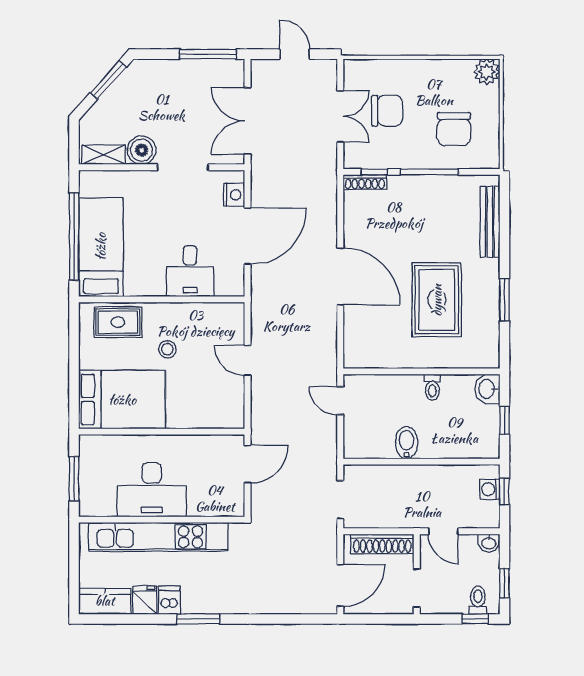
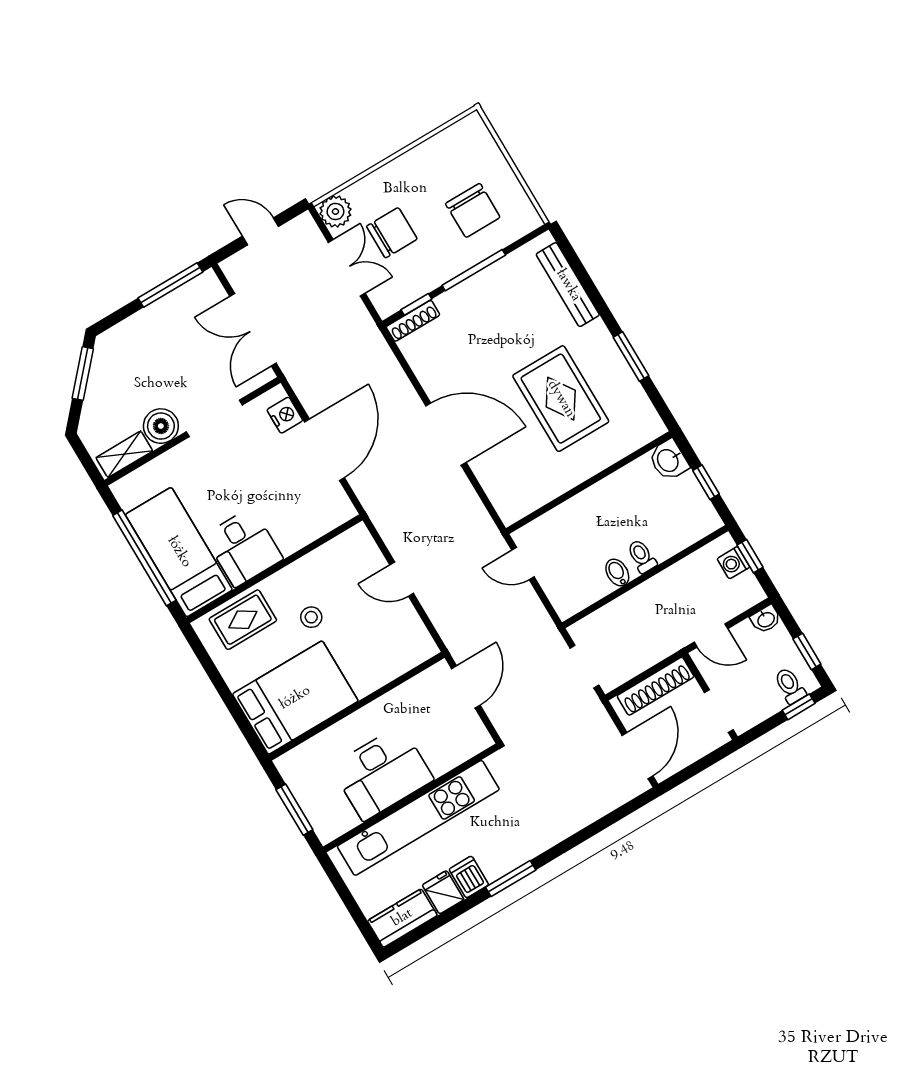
plant: (487, 72) -> (335, 211), moved
desk: (190, 271) -> (243, 547), moved
toilet: (432, 387) -> (642, 556), moved, turned 180
bidet: (406, 443) -> (617, 573), width x0.72, depth x0.74

